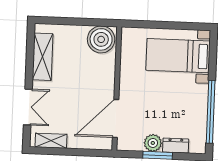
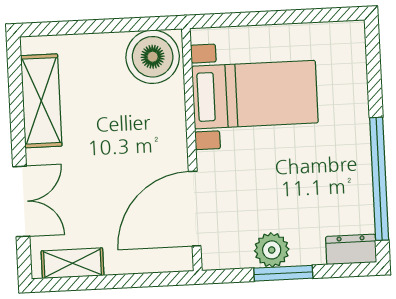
bed with nightstands: (178, 56) -> (255, 95), moved, turned 180
dresser: (176, 146) -> (351, 249), moved

